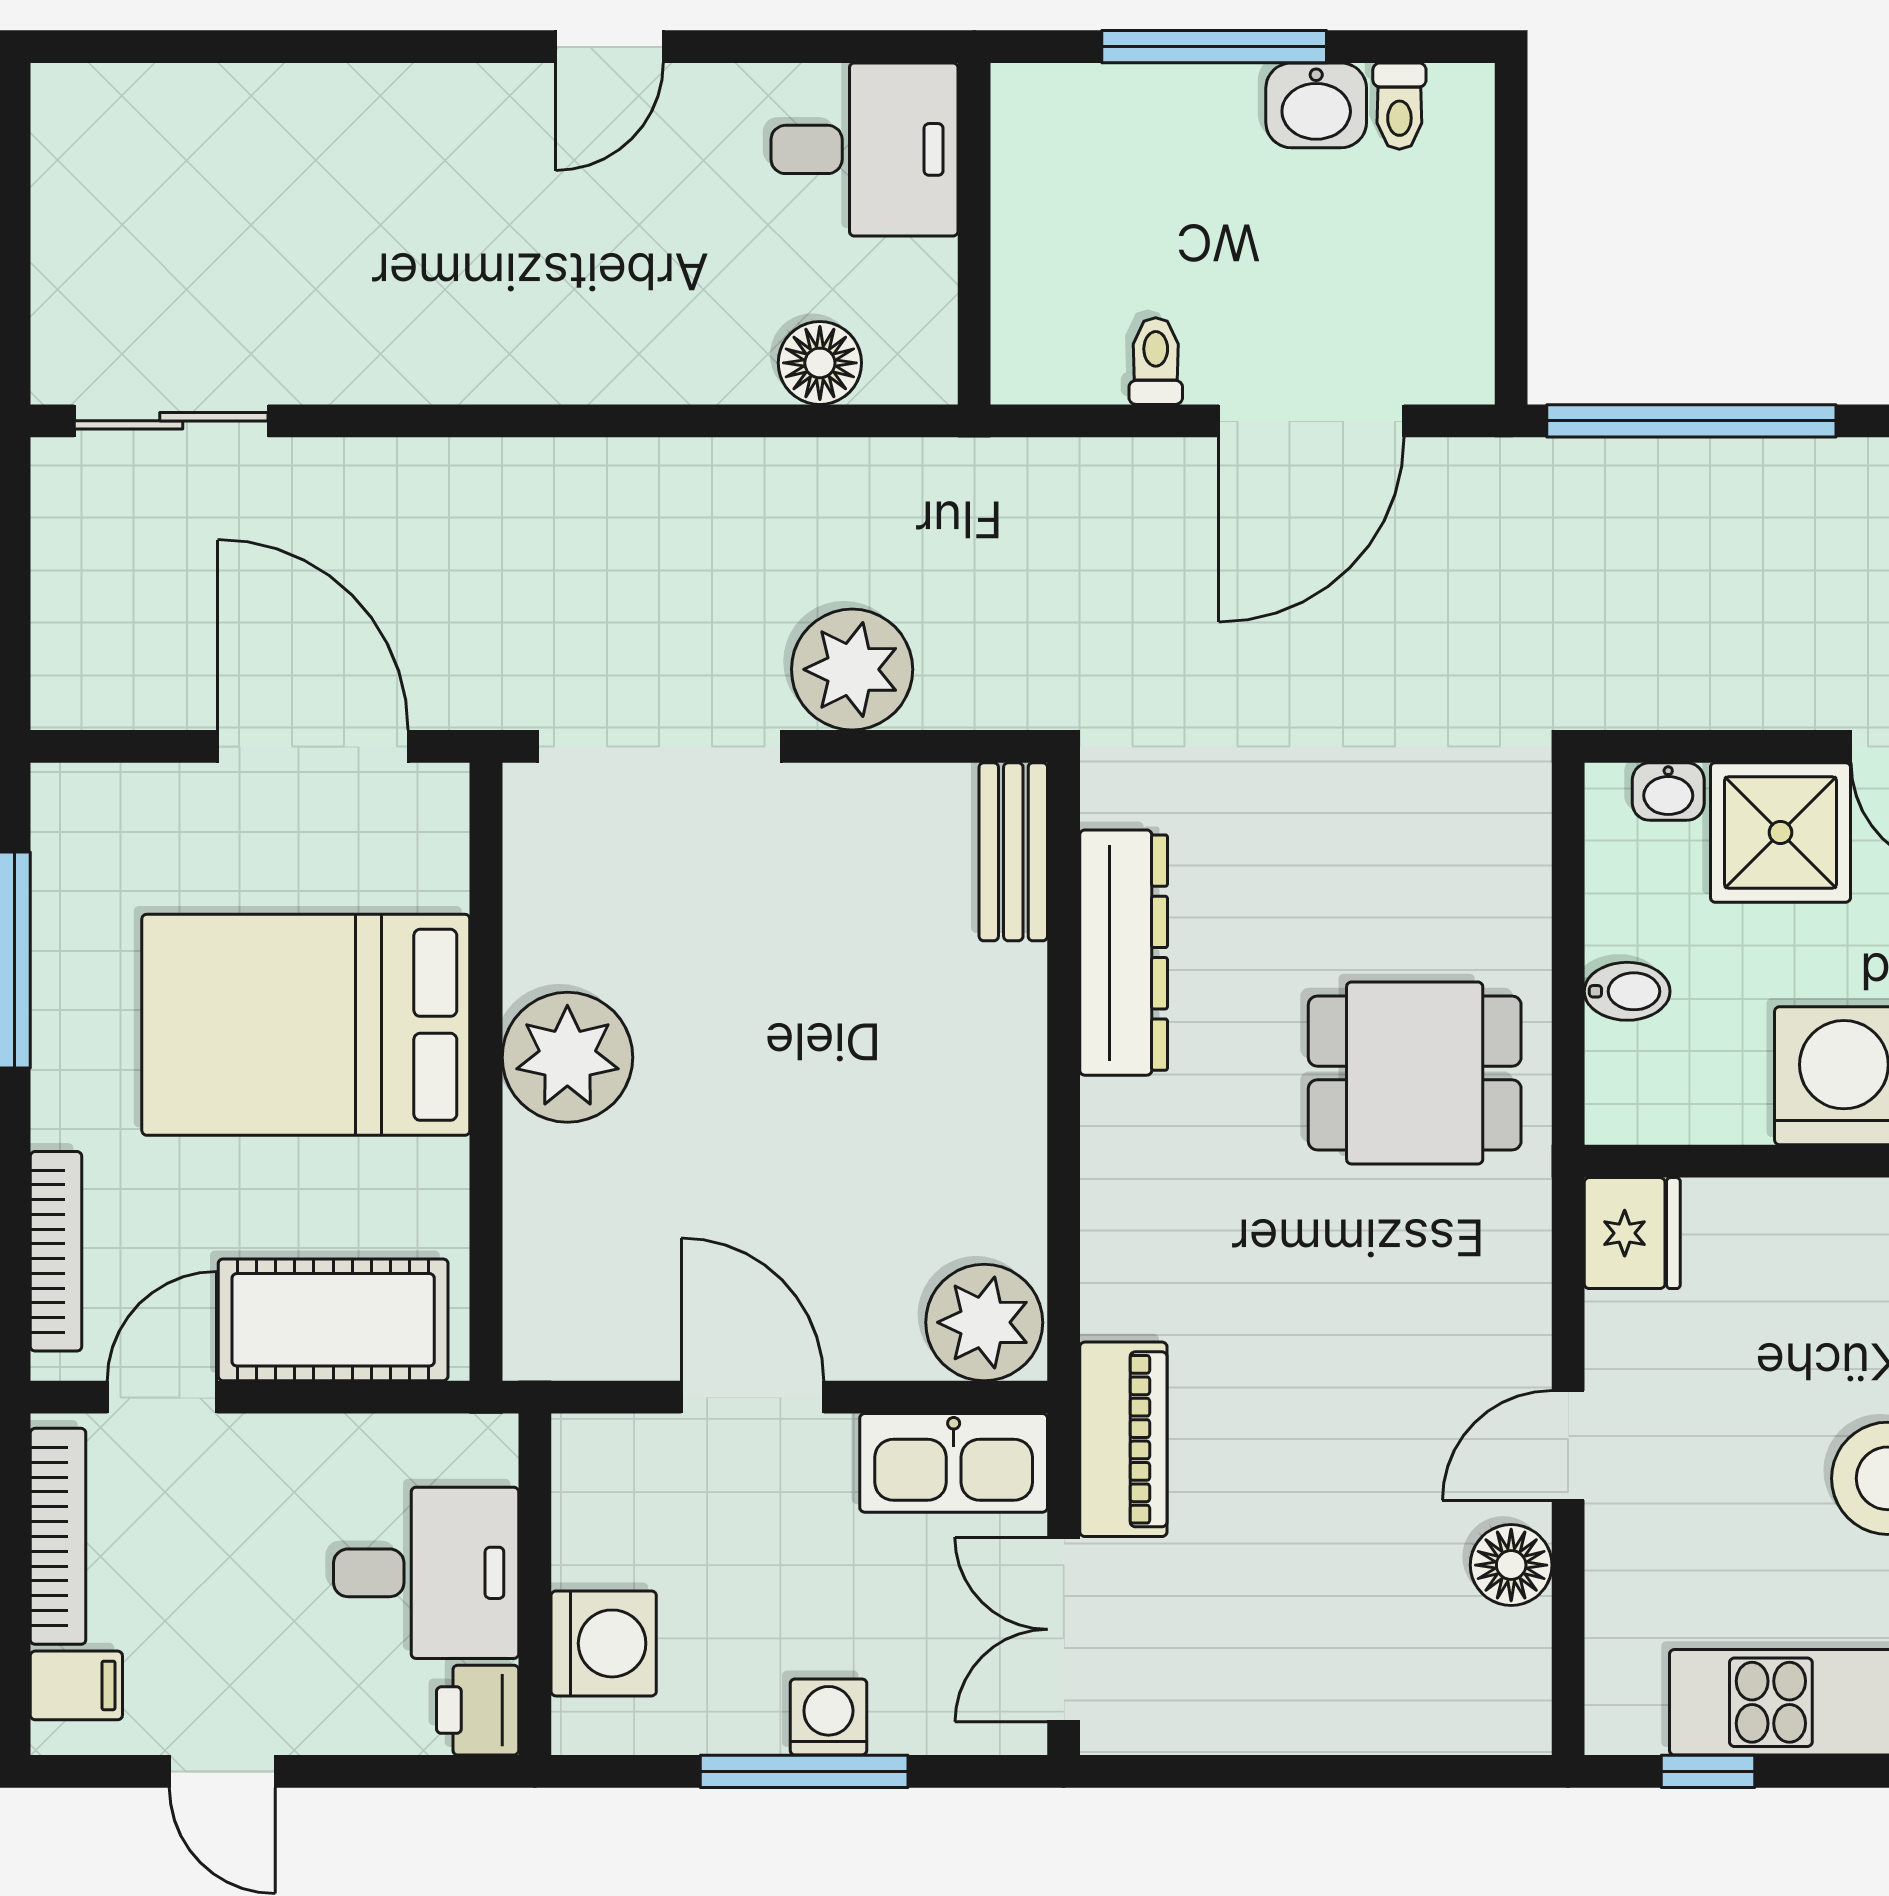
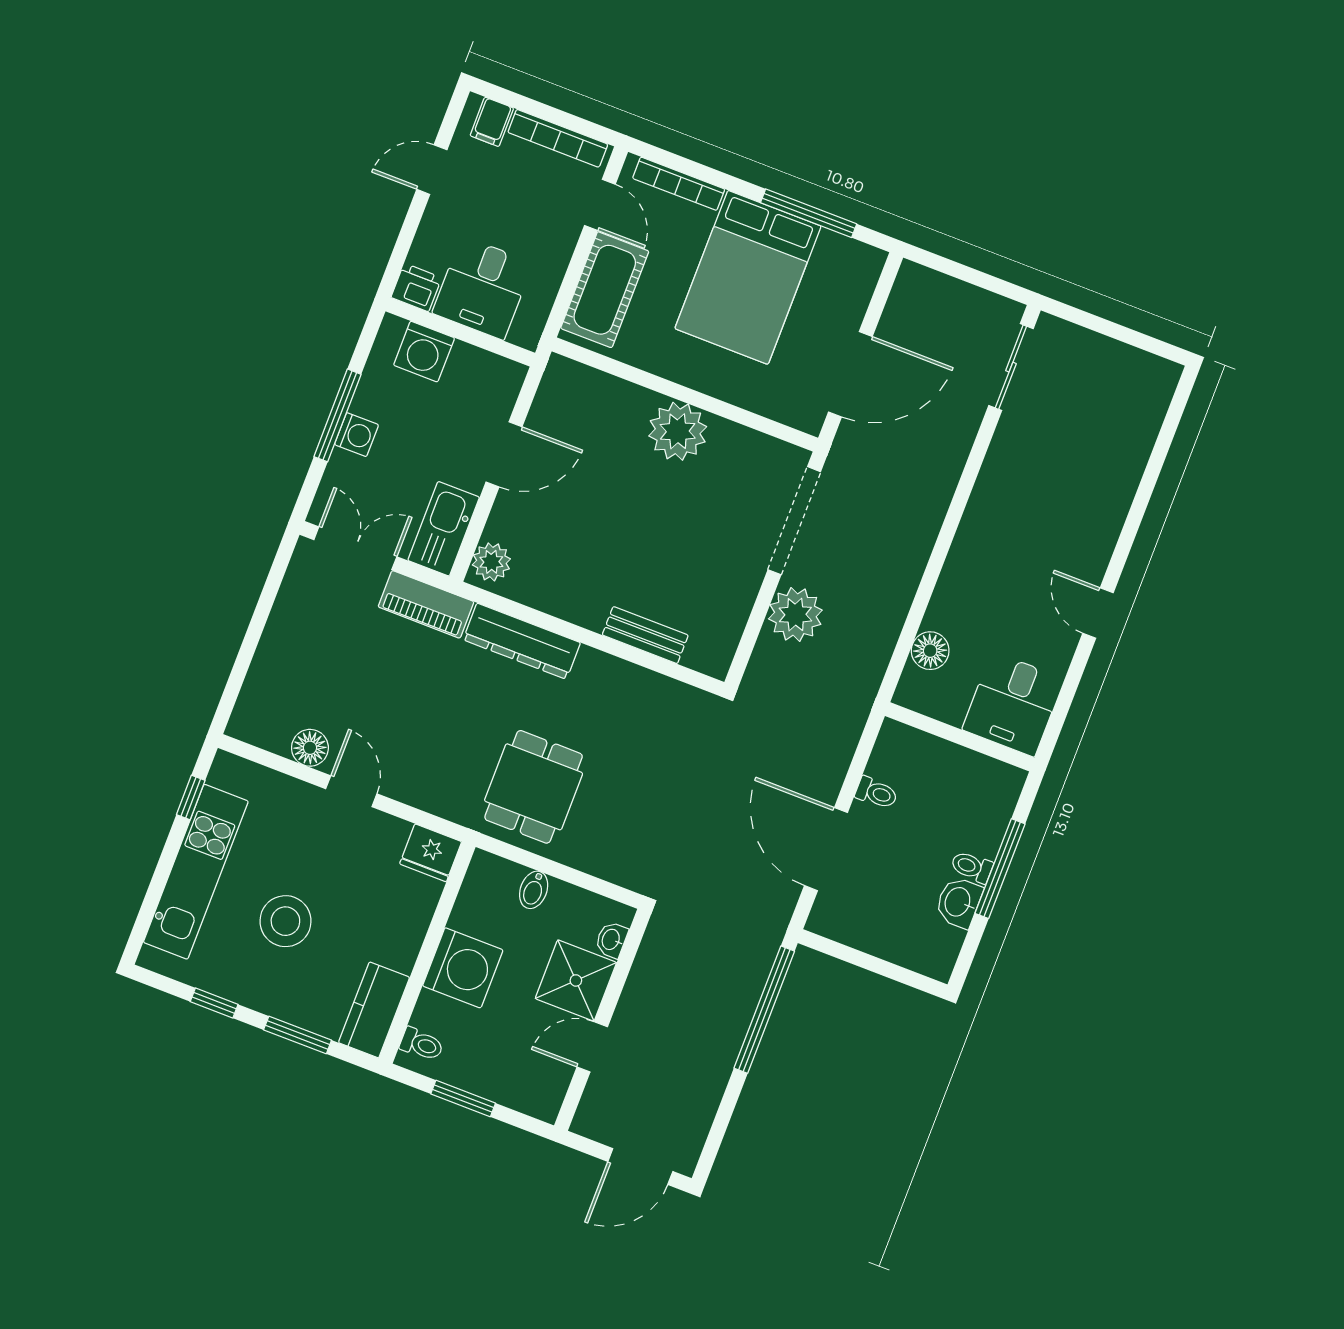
toilet: (1399, 106) -> (972, 867), moved
bench: (1013, 852) -> (645, 635), moved
dresser: (1124, 953) -> (522, 641), moved
bed: (306, 1025) -> (748, 277), moved, turned 180
plant: (984, 1322) -> (491, 562), width x0.73, depth x0.73

